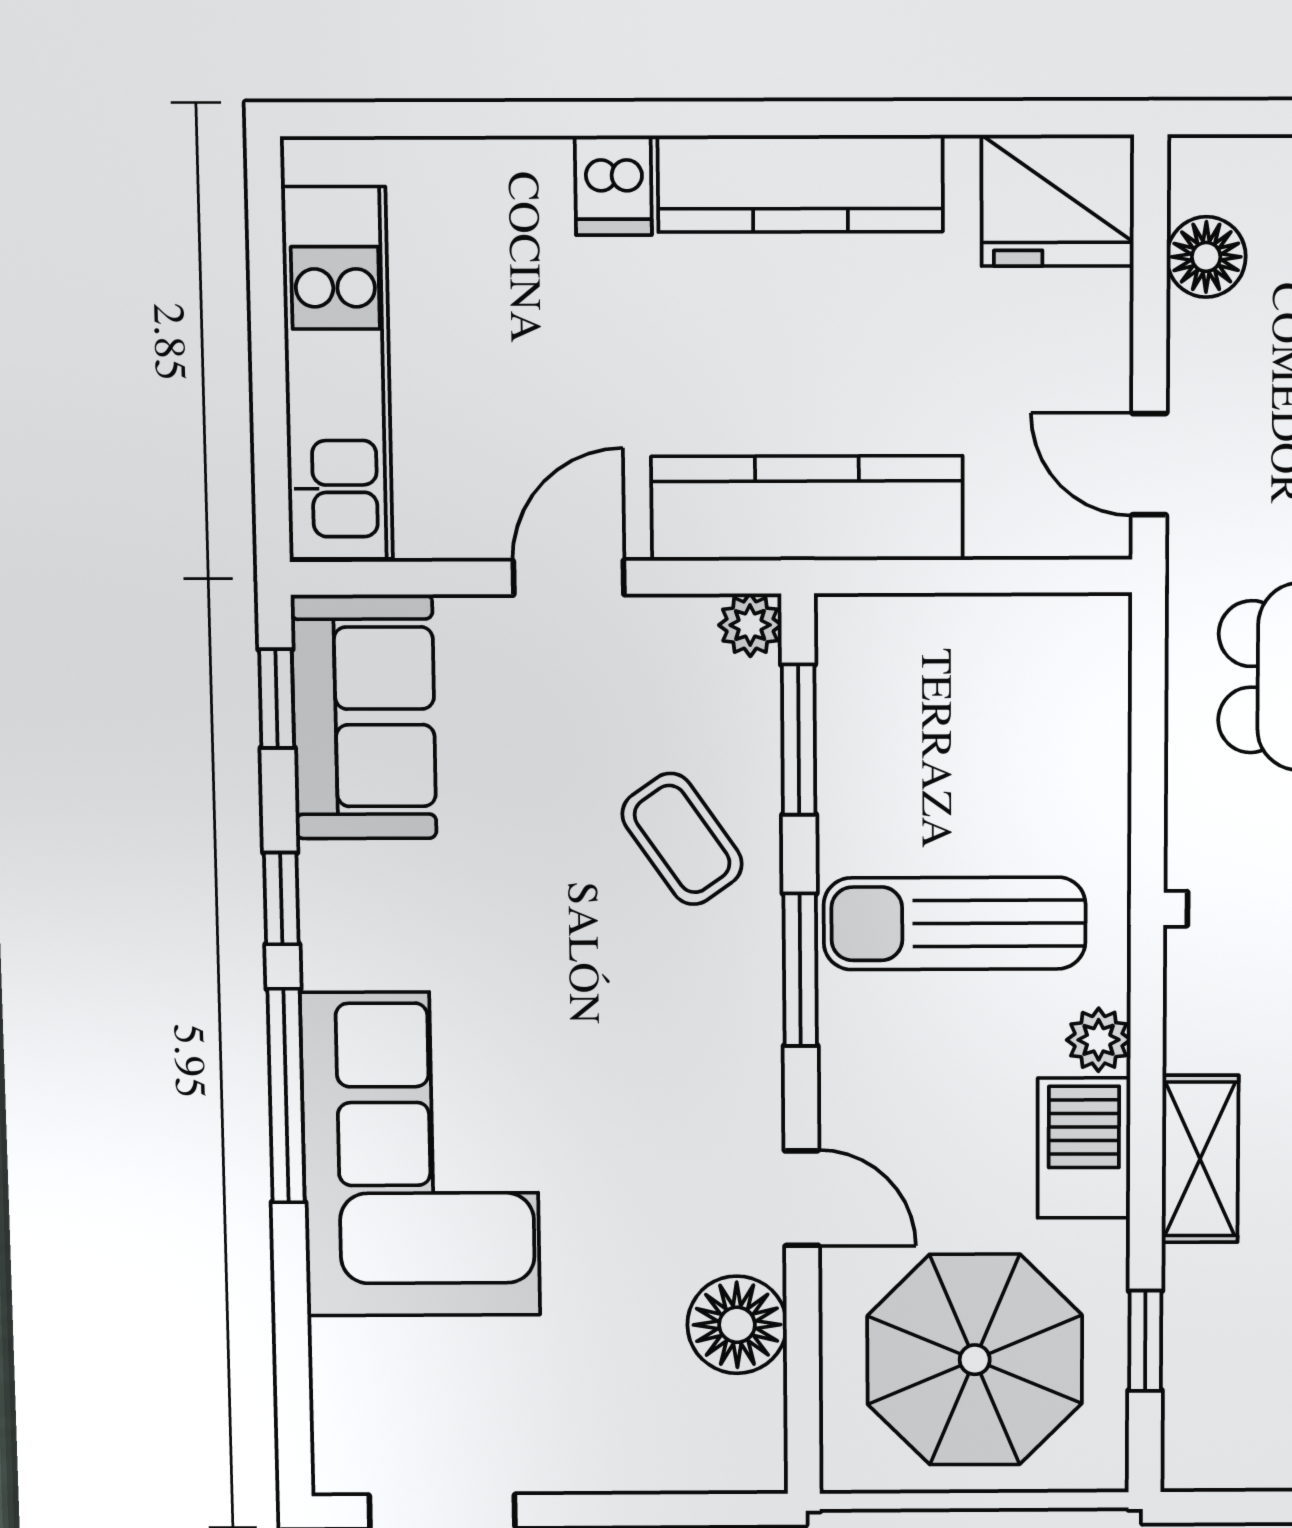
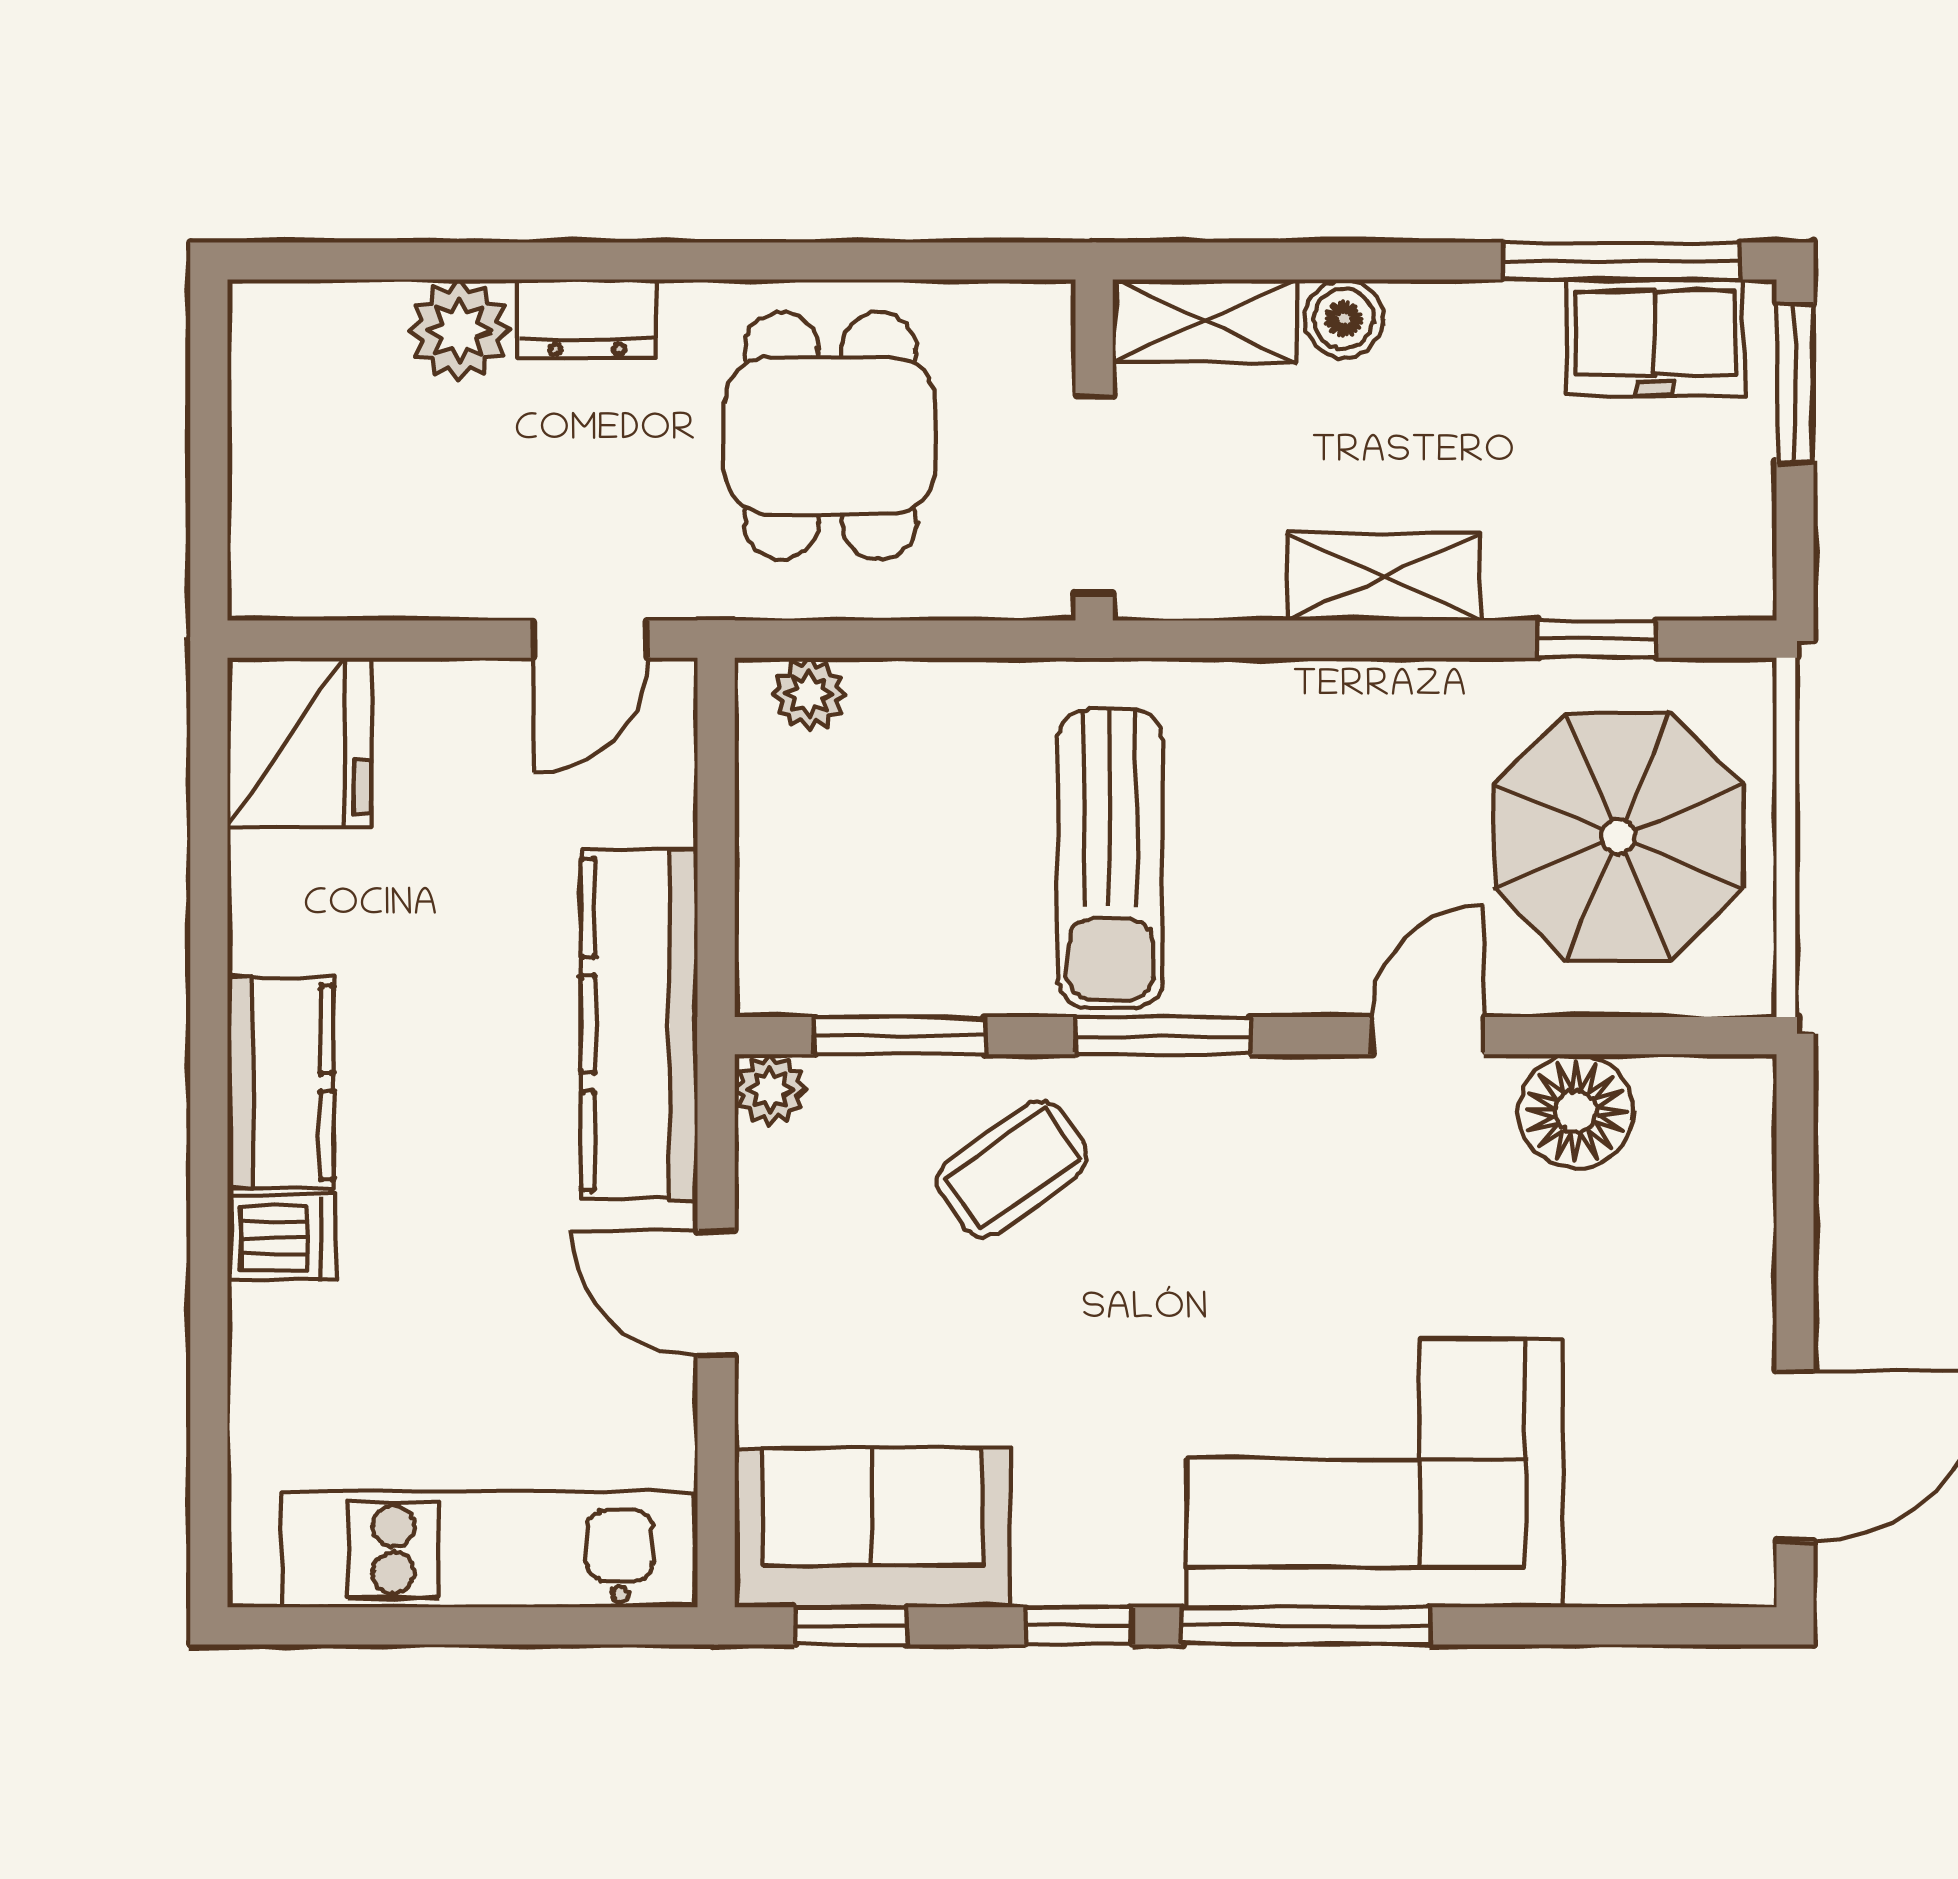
kitchen counter: (800, 184) -> (280, 1082), width x0.67
floor lamp: (1206, 257) -> (362, 576), removed
plant: (1099, 1040) -> (809, 694), moved
barbecue: (1084, 1148) -> (1370, 711), removed

